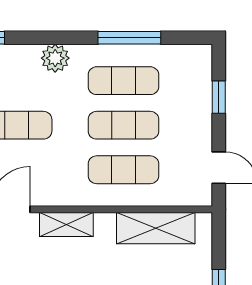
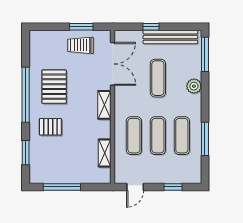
plant: (55, 58) -> (194, 86), moved
shelving: (156, 228) -> (105, 153), width x0.67, depth x0.75

